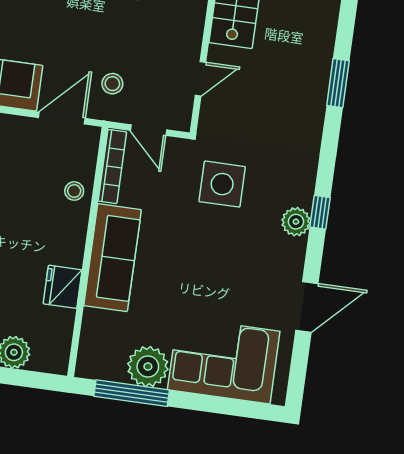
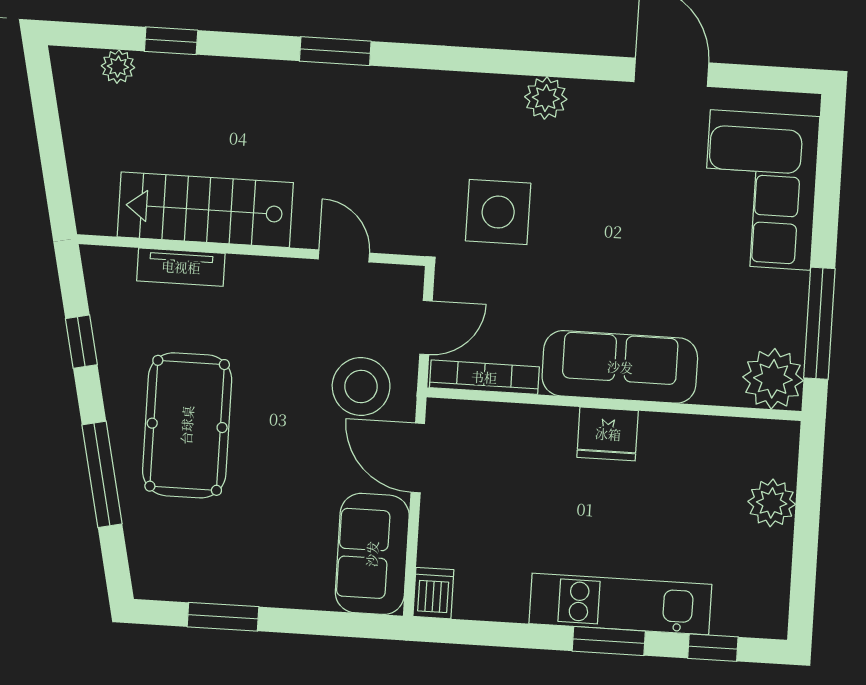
stool: (112, 84) -> (361, 386), width x1.89, depth x1.89
stool: (74, 191) -> (525, 431), removed
window: (320, 212) -> (529, 63), removed
fridge: (63, 287) -> (608, 434), moved
plant: (148, 367) -> (773, 379), moved

